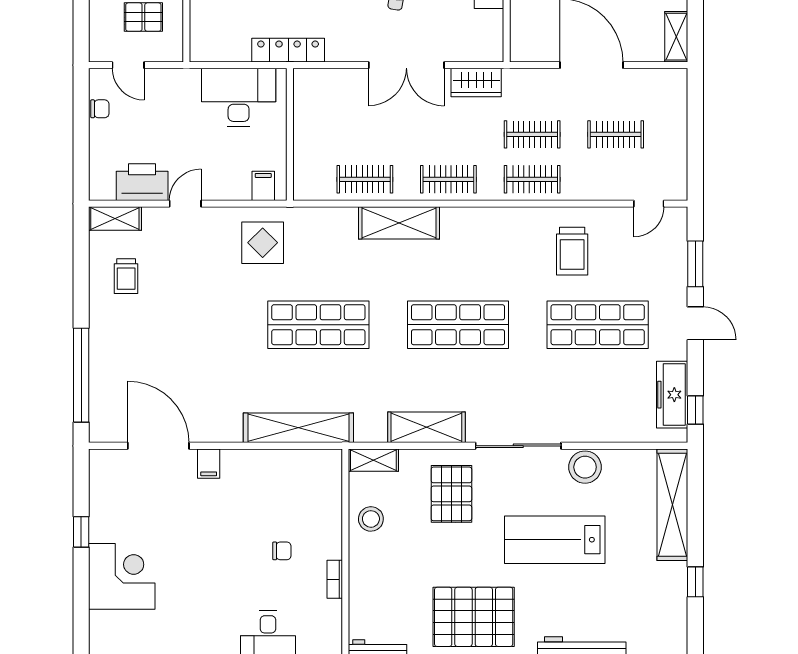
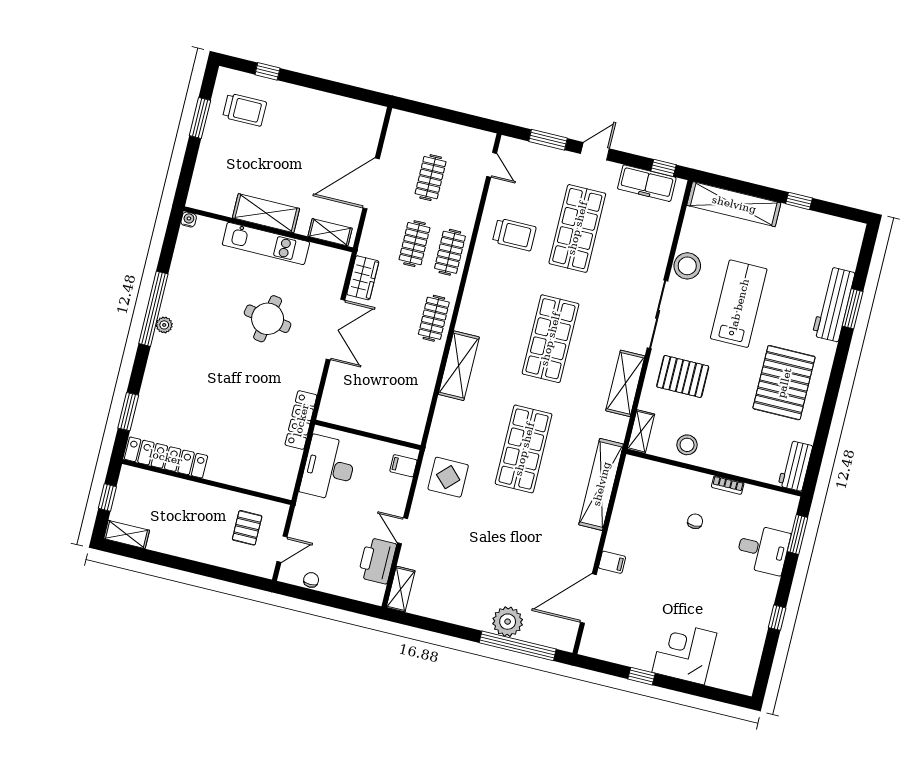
shelving: (676, 37) -> (330, 232), moved
clothes rail: (365, 179) -> (418, 384), removed
trolley: (126, 276) -> (448, 591), removed
plant: (107, 356) -> (508, 622), added
lab bench: (555, 540) -> (739, 304), turned 180

